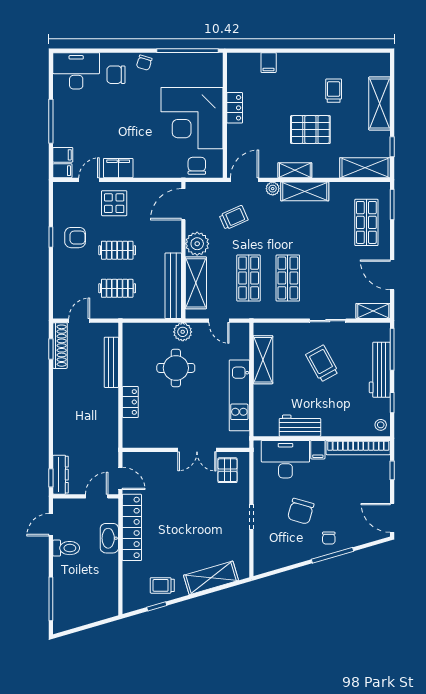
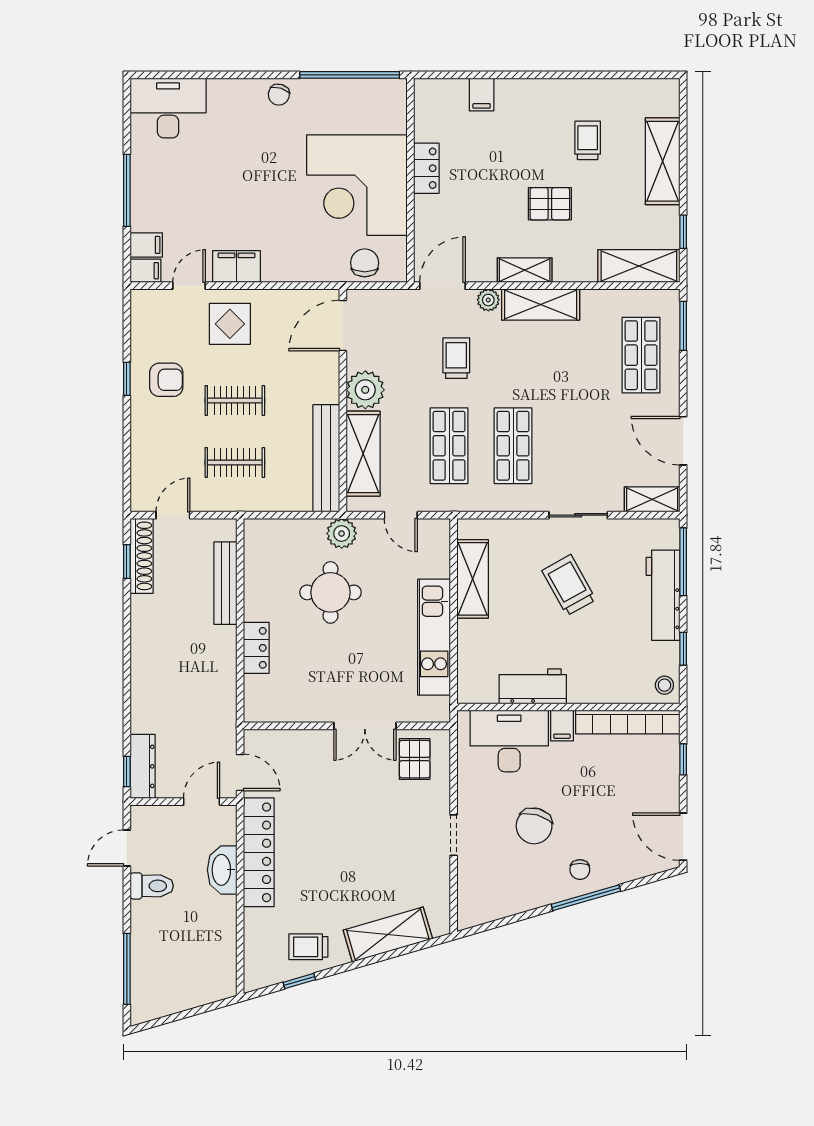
chair: (116, 75) -> (233, 114), removed
pallet: (310, 130) -> (550, 204), width x0.67, depth x0.71
trolley: (234, 218) -> (456, 358), moved, turned -66

